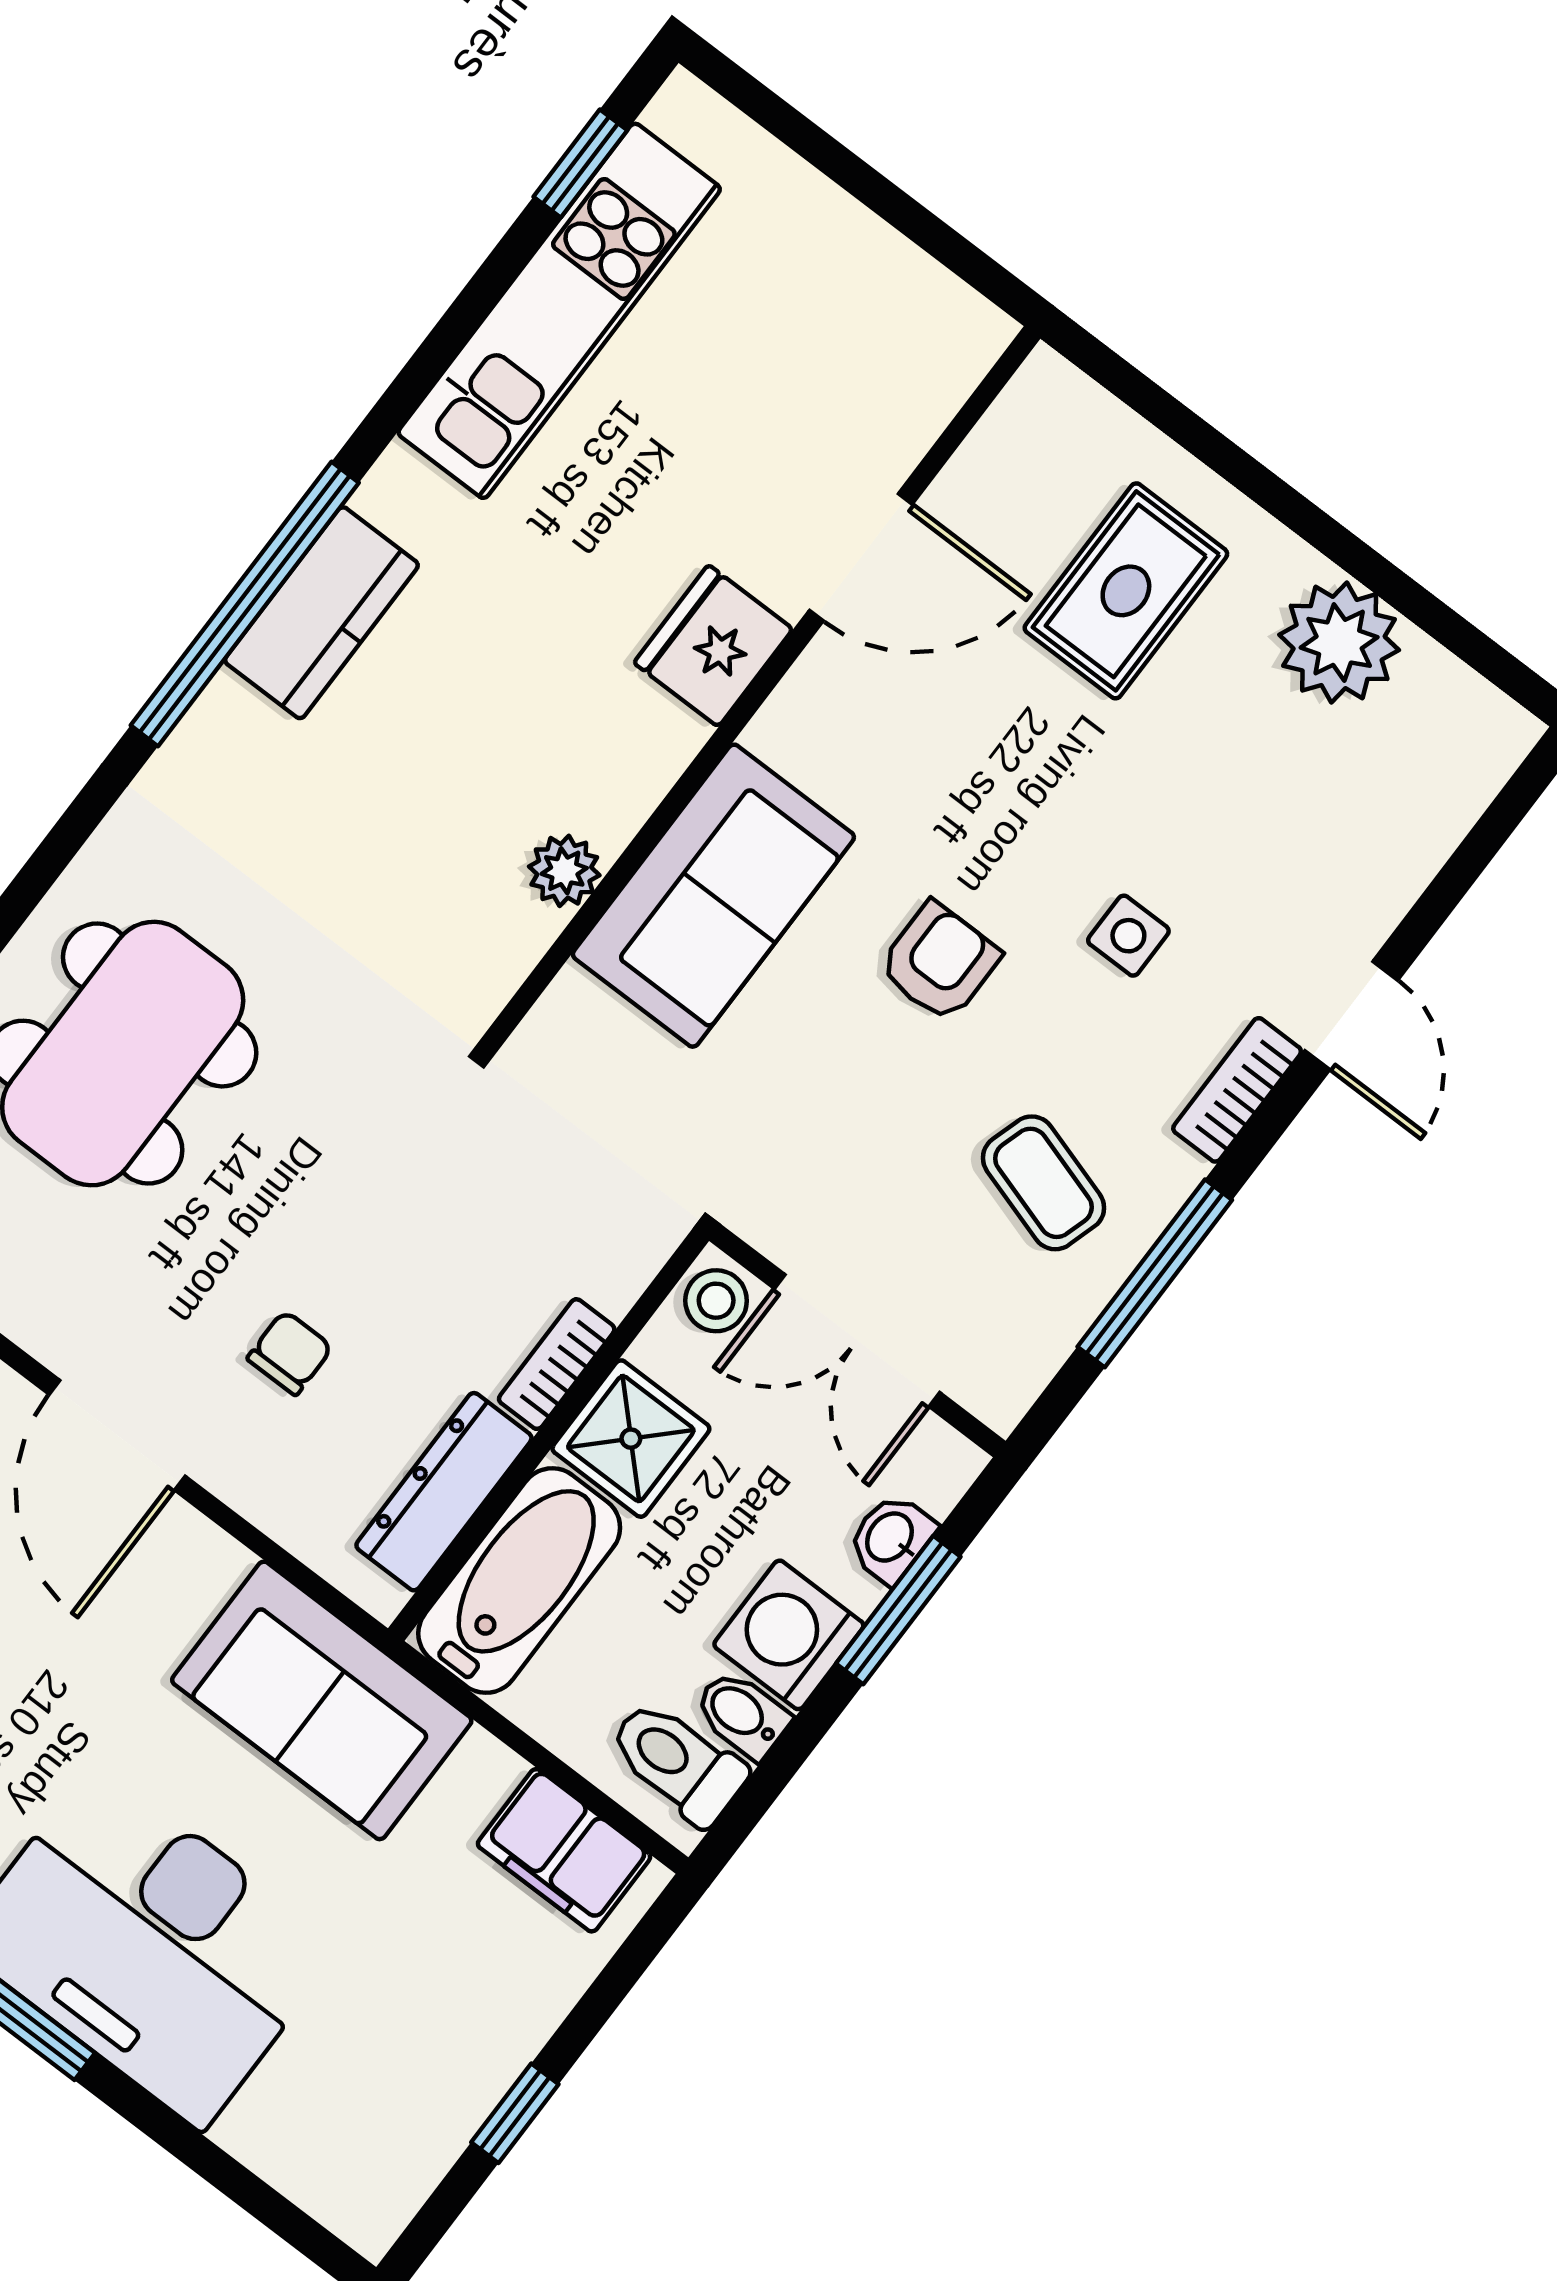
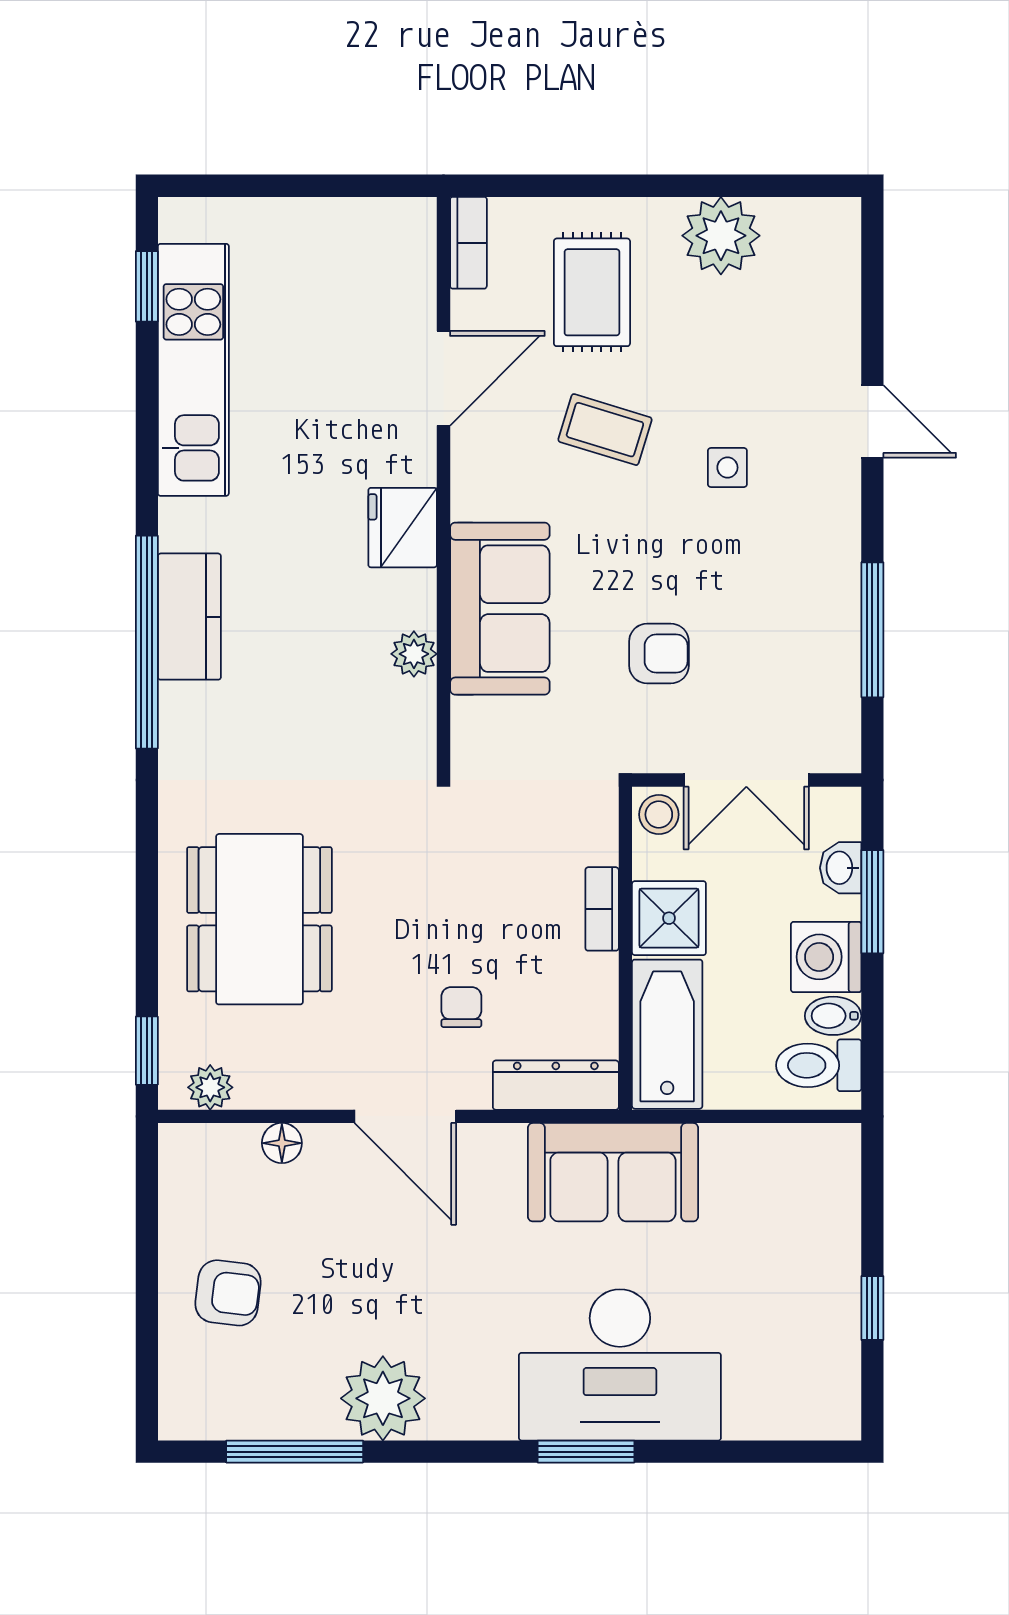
fridge: (713, 646) -> (403, 528), moved
armchair: (939, 962) -> (659, 654), moved, turned 90
bookcase: (1237, 1090) -> (468, 243), moved, turned 180
coffee table: (1043, 1183) -> (605, 430), moved
dresser: (444, 1492) -> (556, 1085), moved, turned 90
filing cabinet: (564, 1850) -> (795, 1155), removed

